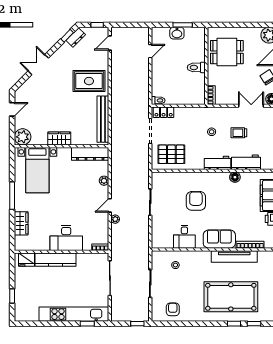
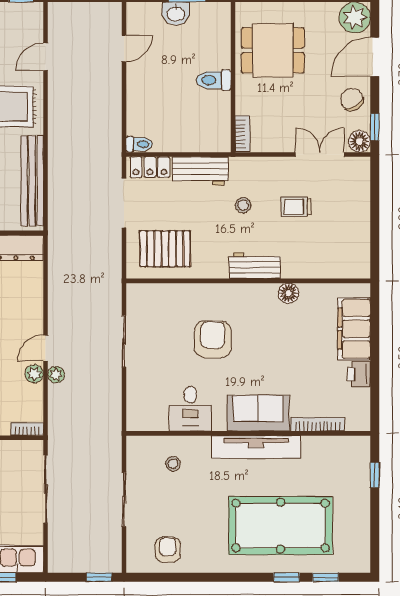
door: (110, 43) -> (46, 57), moved
workbench: (246, 162) -> (200, 171), moved, turned 180
plant: (104, 181) -> (34, 374), moved
tv unit: (234, 256) -> (256, 447), moved

